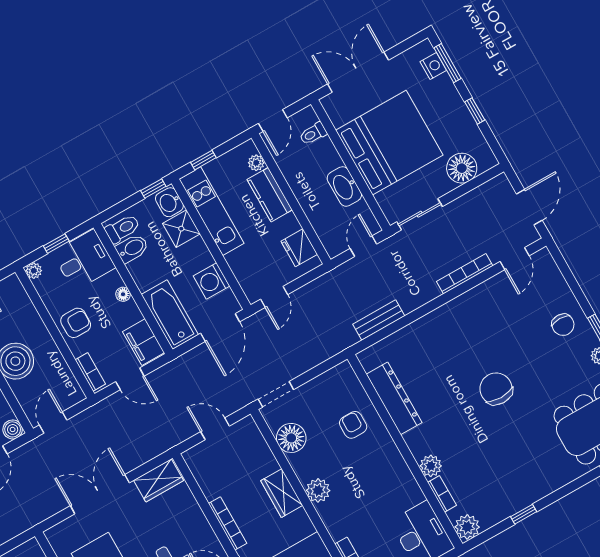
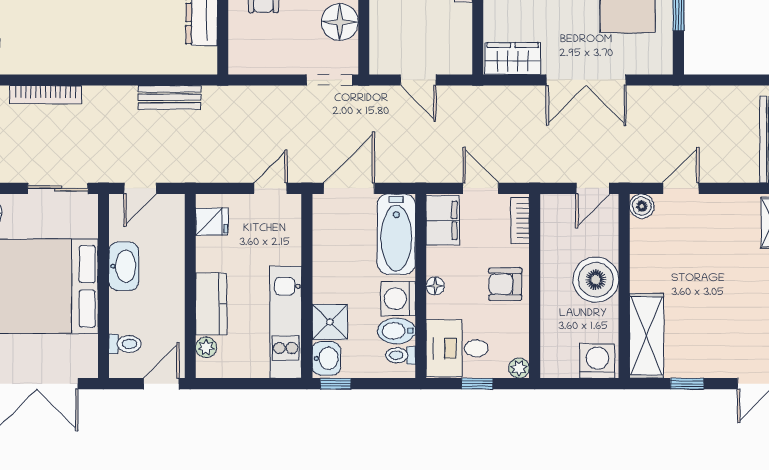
window: (203, 160) -> (263, 384), removed
toilet: (123, 229) -> (400, 355), width x0.73, depth x0.72
fridge: (299, 248) -> (212, 222), width x0.72
washing machine: (211, 281) -> (398, 299), moved, turned 180

